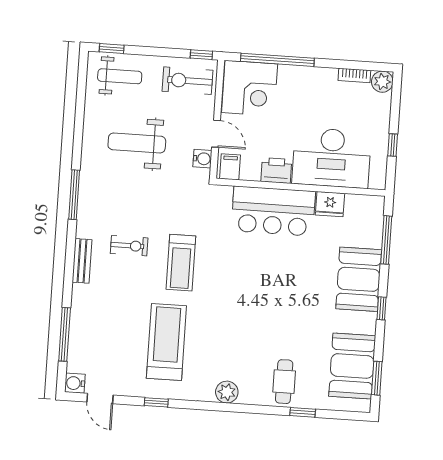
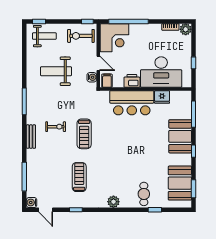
treadmill: (166, 342) -> (79, 177), width x0.73, depth x0.73

